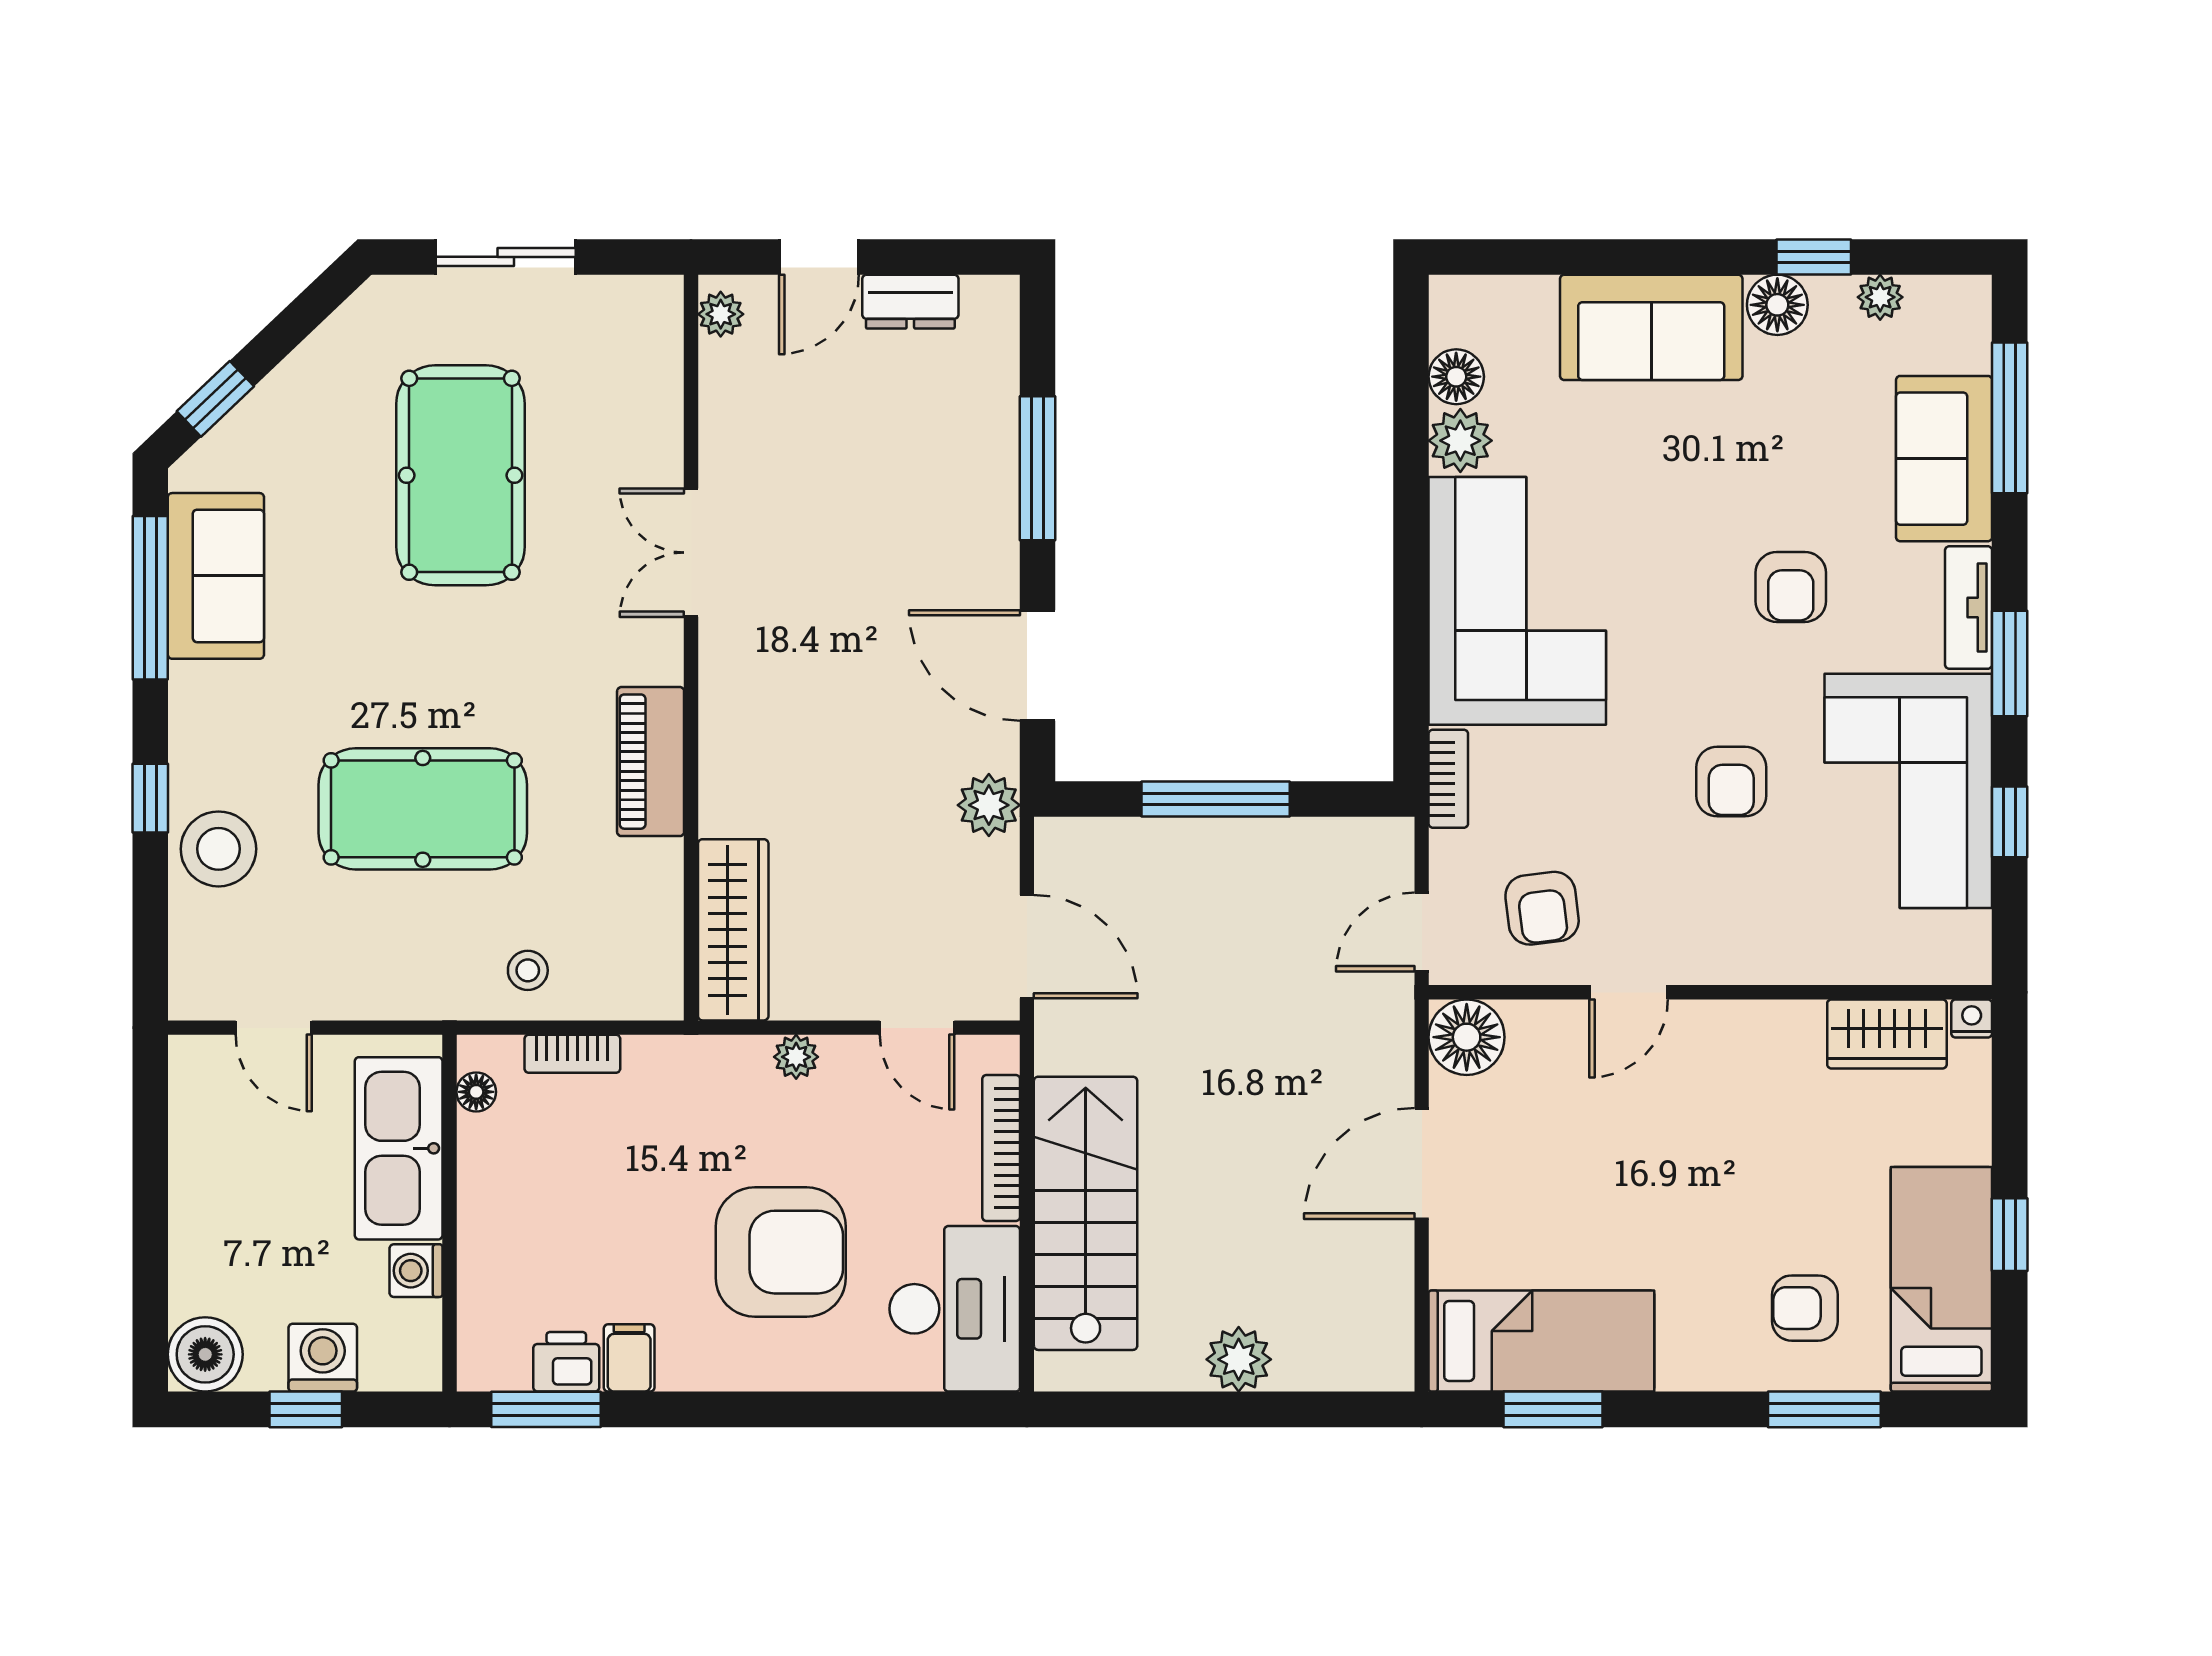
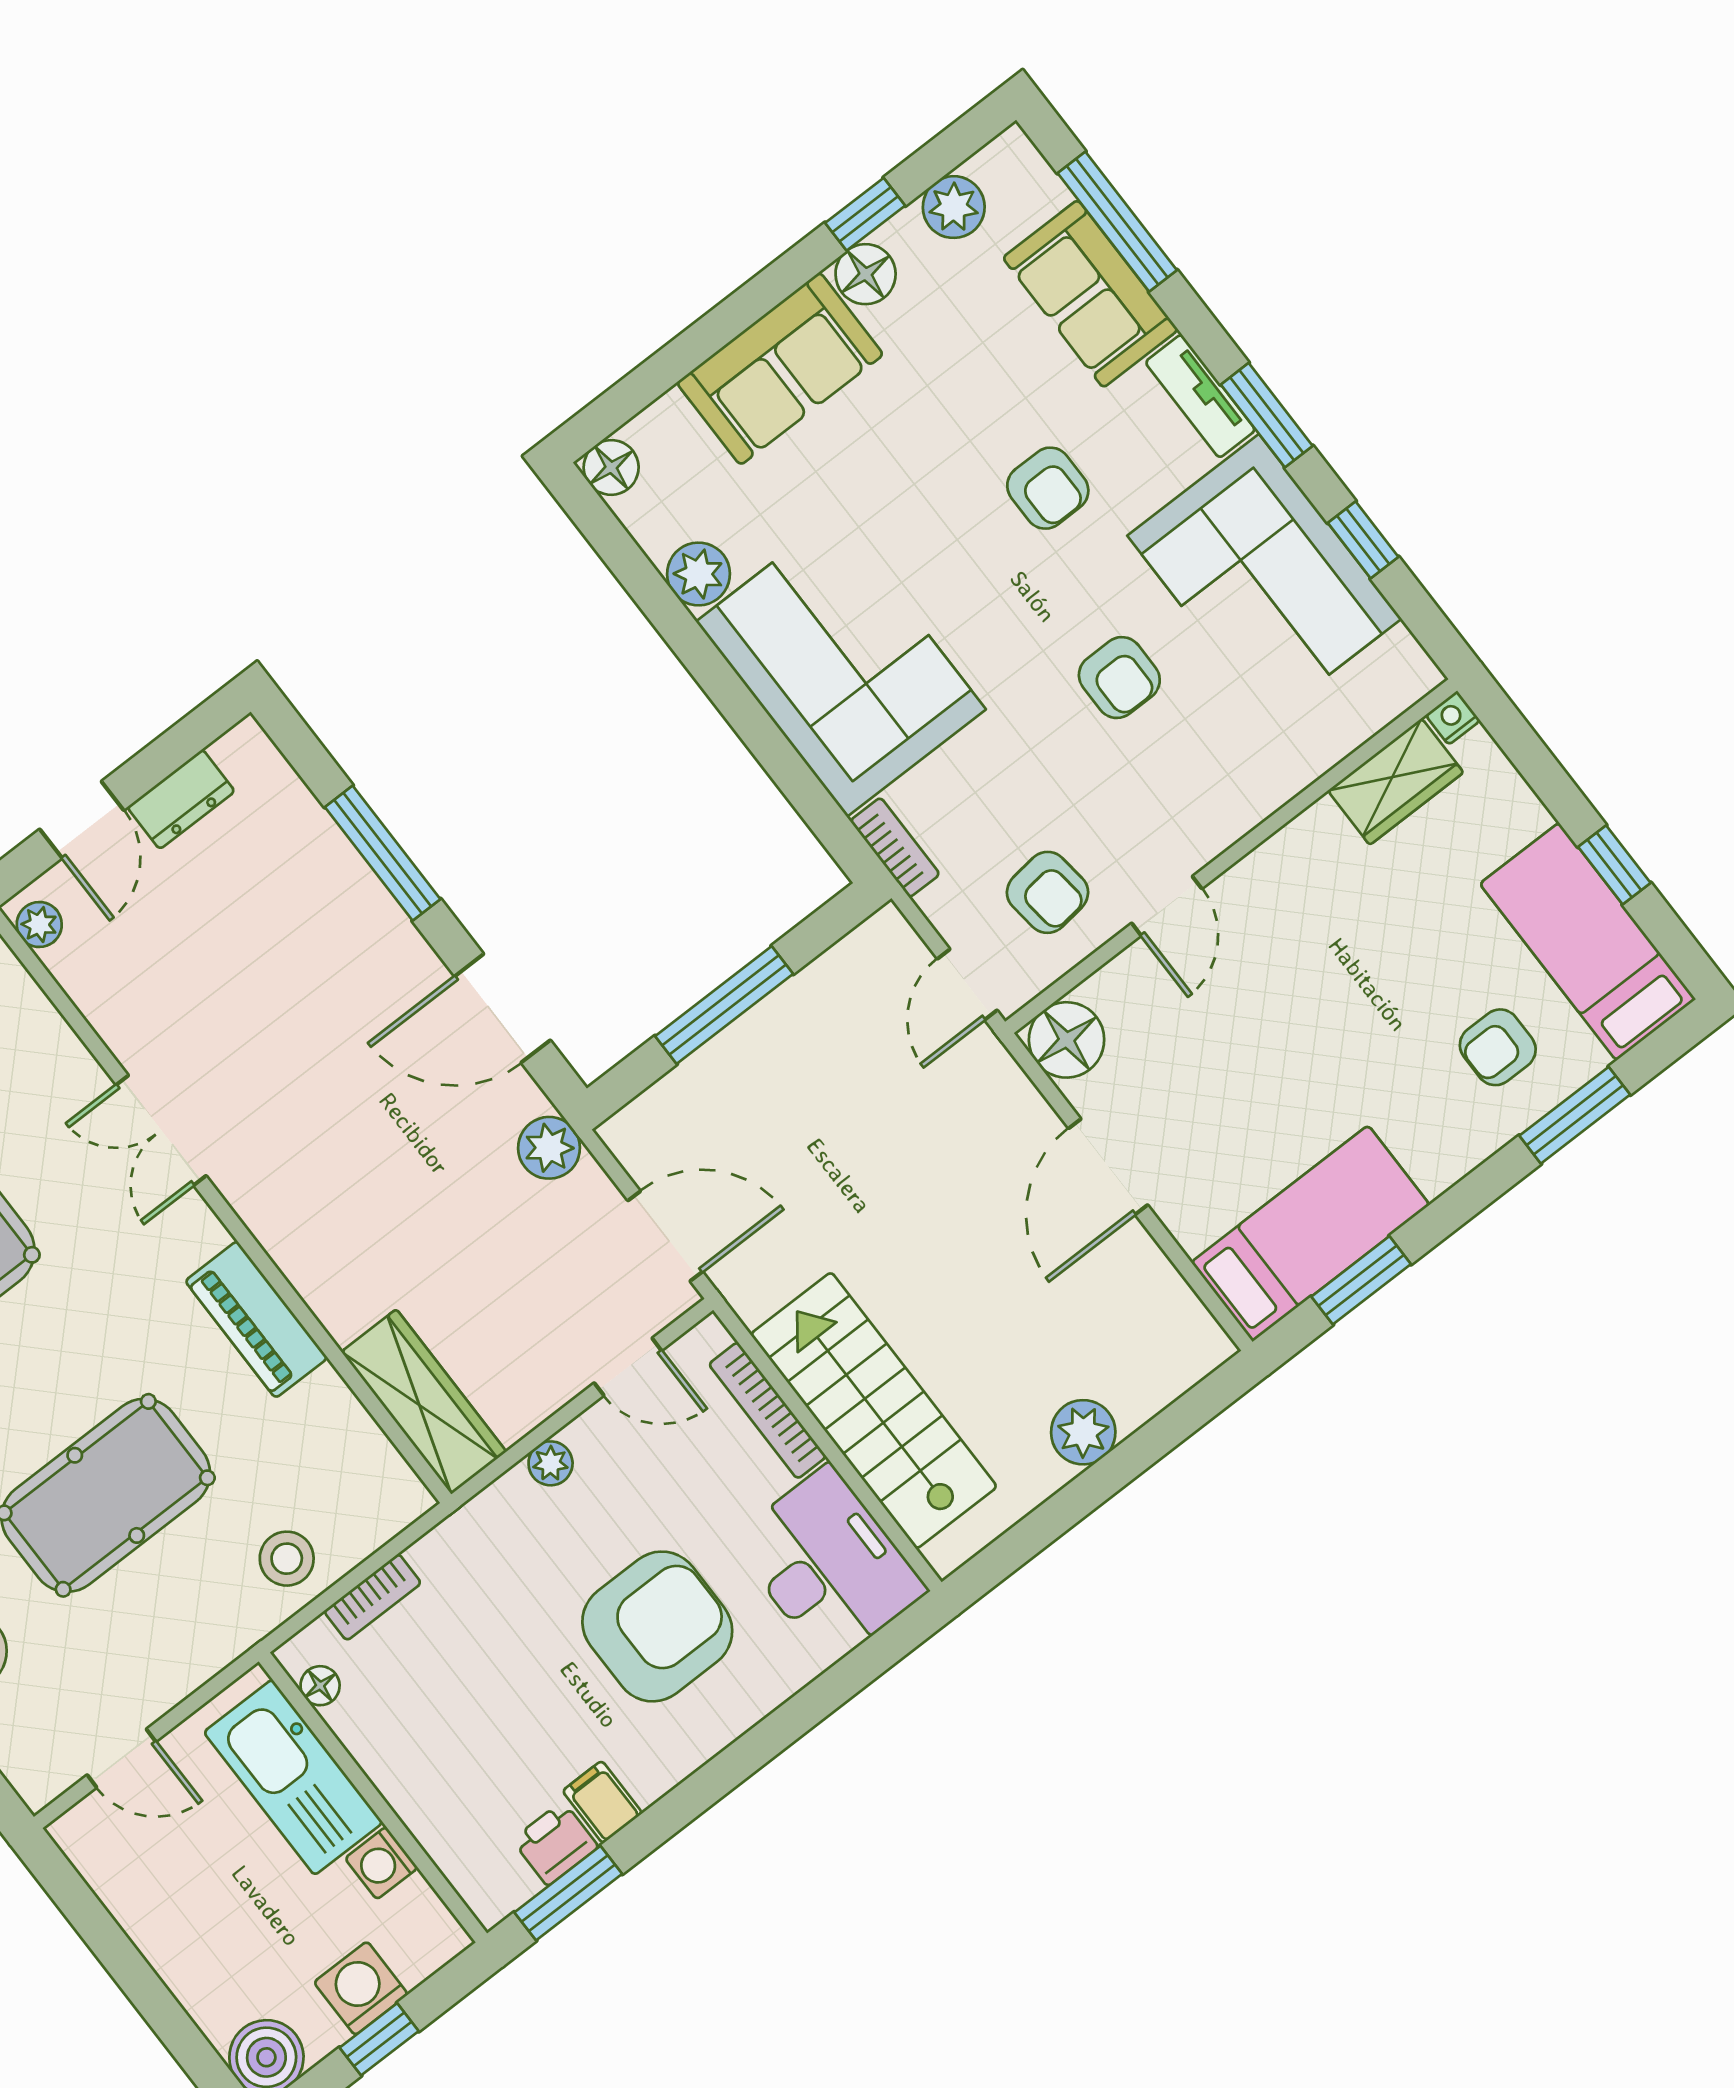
plant: (1880, 297) -> (954, 207), width x1.38, depth x1.38
floor lamp: (1456, 377) -> (611, 467), moved
stool: (528, 970) -> (287, 1559), width x1.37, depth x1.37

